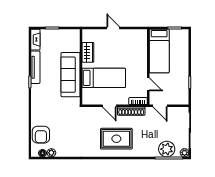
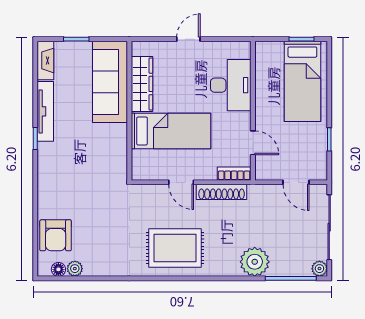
door: (113, 28) -> (188, 39), hinge flipped
bed: (159, 51) -> (302, 81), moved
wardrobe: (88, 52) -> (142, 84), width x1.50
desk: (136, 53) -> (231, 85), added
sofa: (71, 75) -> (110, 82), moved
door: (160, 106) -> (296, 182), moved
rug: (116, 139) -> (175, 248), moved
plant: (167, 149) -> (255, 262), moved

